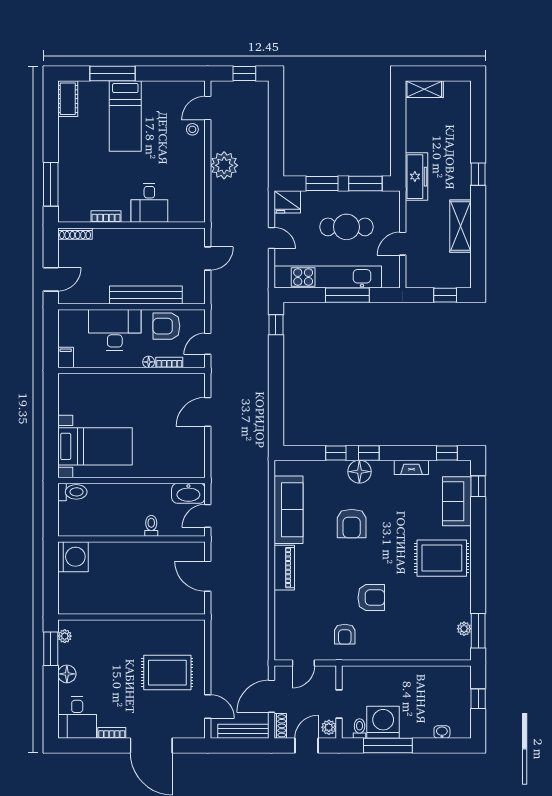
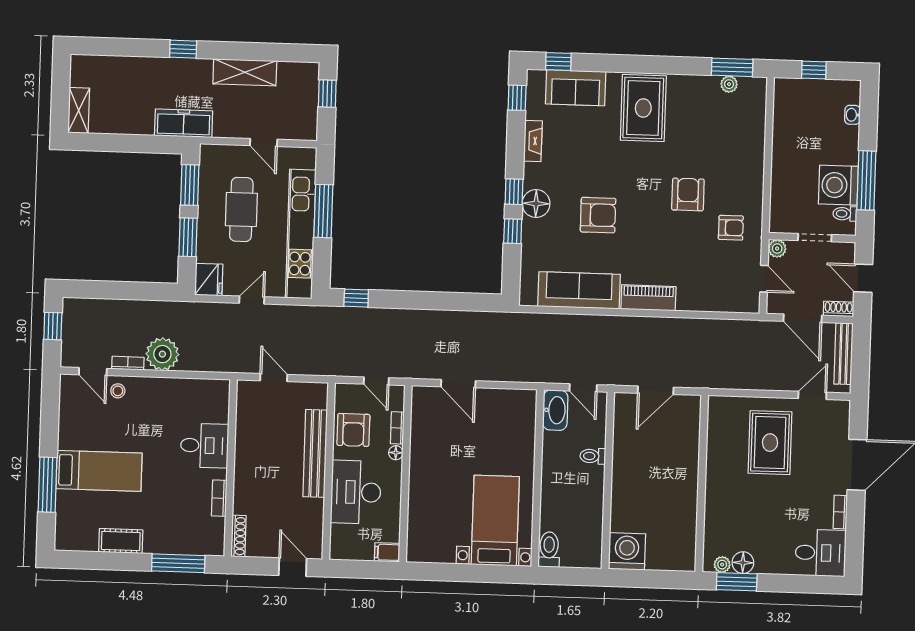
cot: (68, 99) -> (121, 541), moved
bookcase: (216, 137) -> (128, 363), added
floor lamp: (67, 674) -> (743, 563), moved
plant: (329, 727) -> (777, 249), moved

